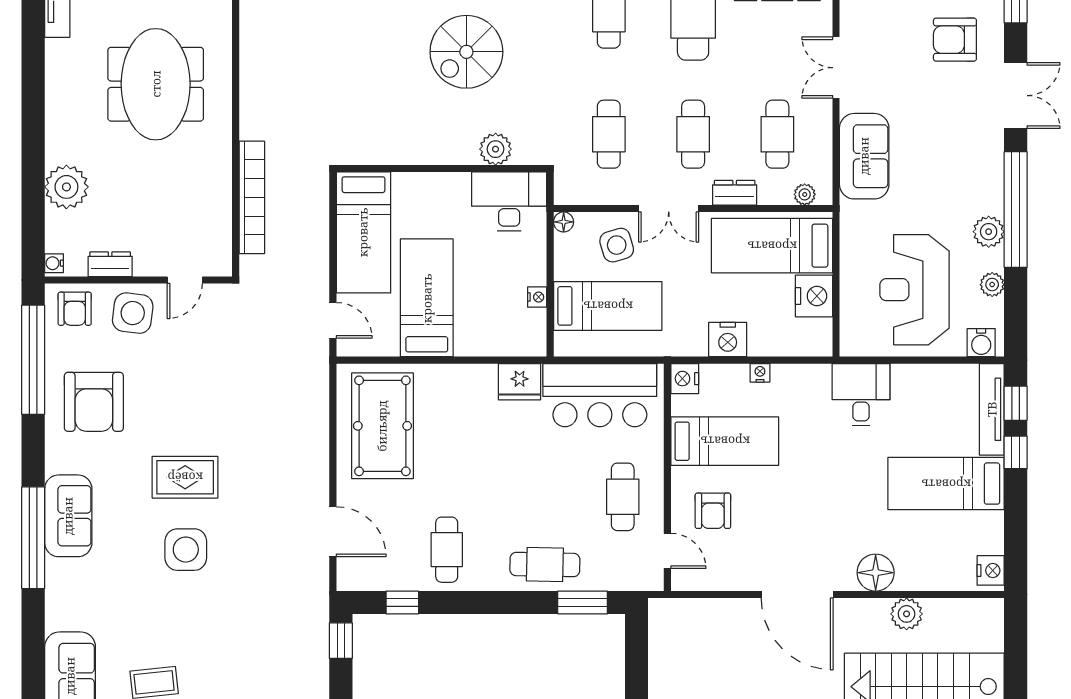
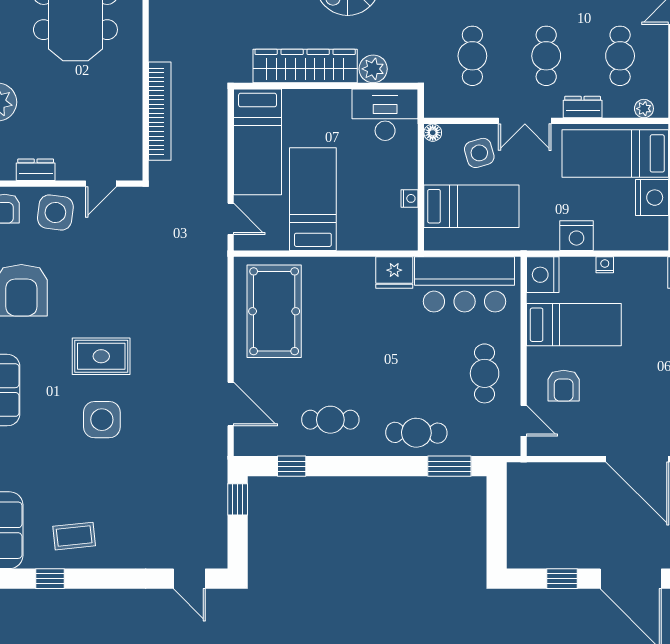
wardrobe: (418, 146) -> (305, 66), added
nightstand: (685, 379) -> (543, 275), width x1.36, depth x1.33
cafe table: (447, 550) -> (330, 420), turned 90

